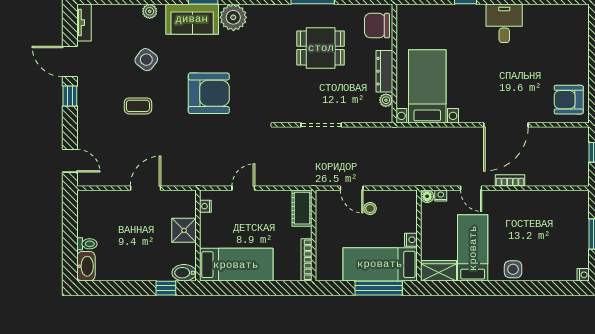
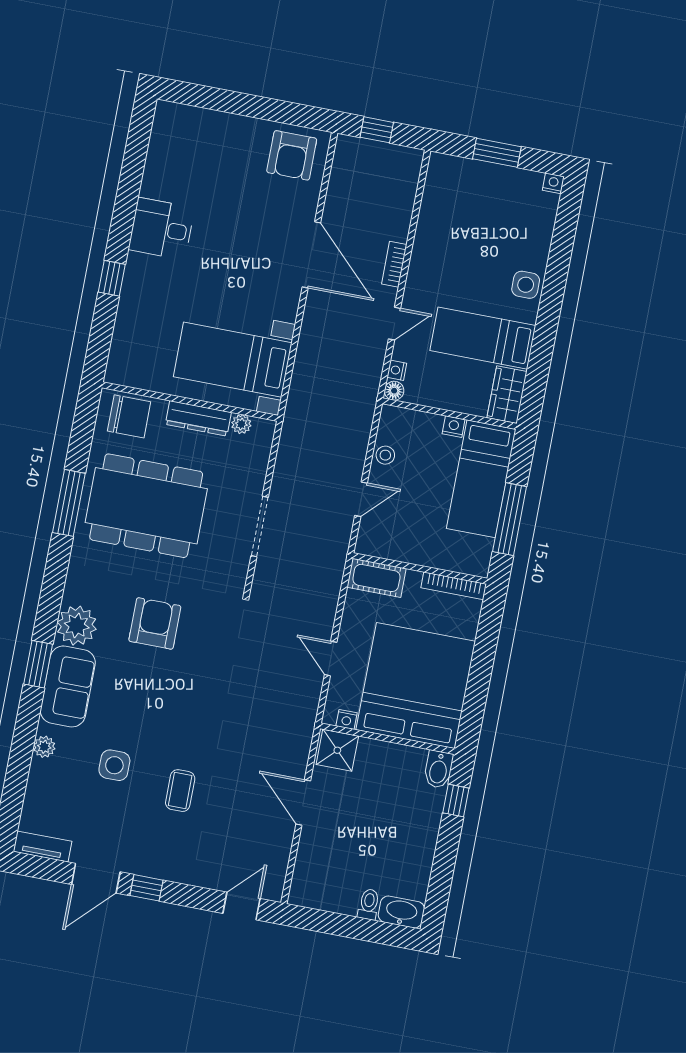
chair: (377, 26) -> (129, 416), turned -90
dining table: (321, 48) -> (146, 506), width x1.88, depth x1.24
side table: (146, 60) -> (114, 765), turned -37
armchair: (209, 93) -> (155, 623), moved, width x0.73, depth x0.73
stool: (370, 208) -> (385, 455), moved
shower: (184, 230) -> (337, 750), moved
bed: (236, 265) -> (416, 686), width x2.04
window: (379, 288) -> (510, 519), moved

